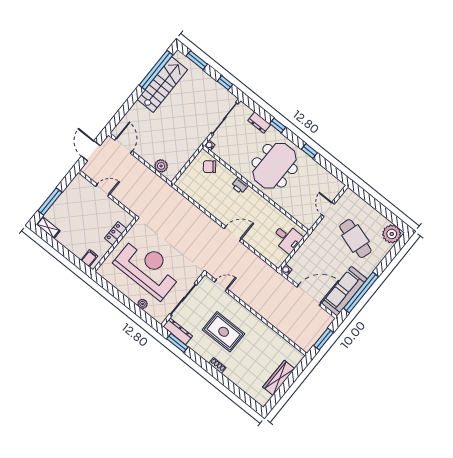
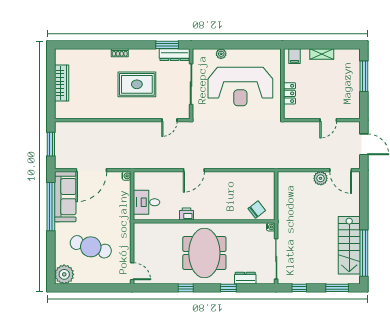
plant: (161, 166) -> (321, 178), moved
printer: (240, 186) -> (187, 214), moved
door: (328, 210) -> (132, 271), moved
shelving: (48, 227) -> (322, 54), moved

